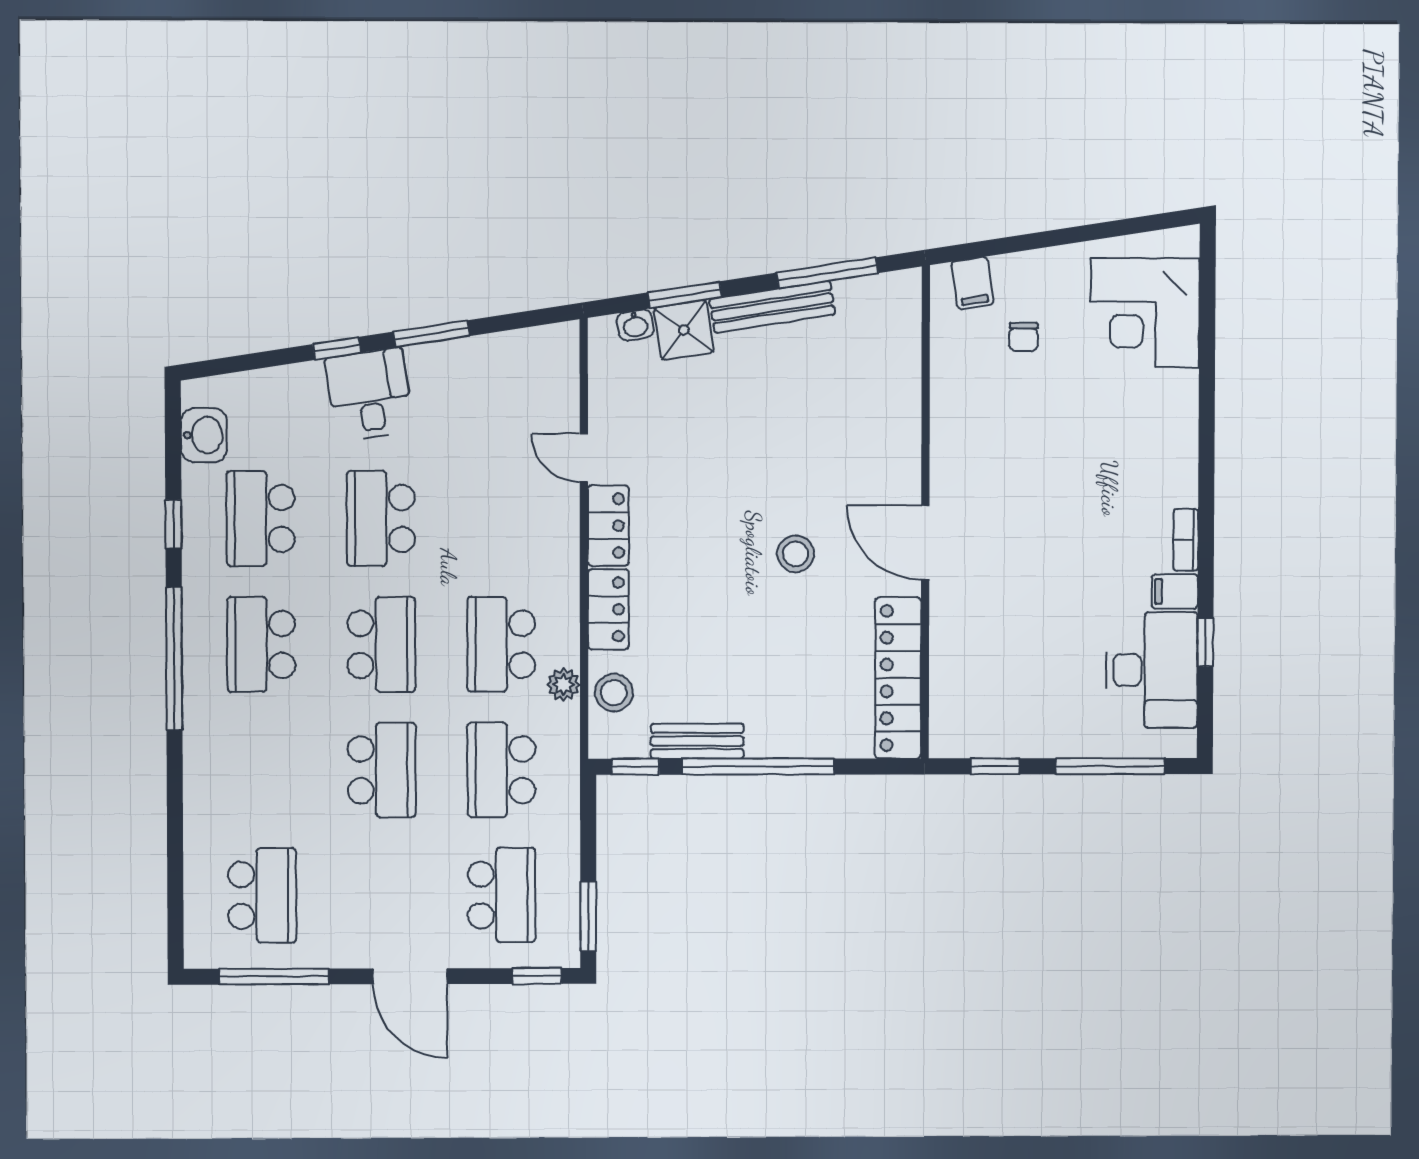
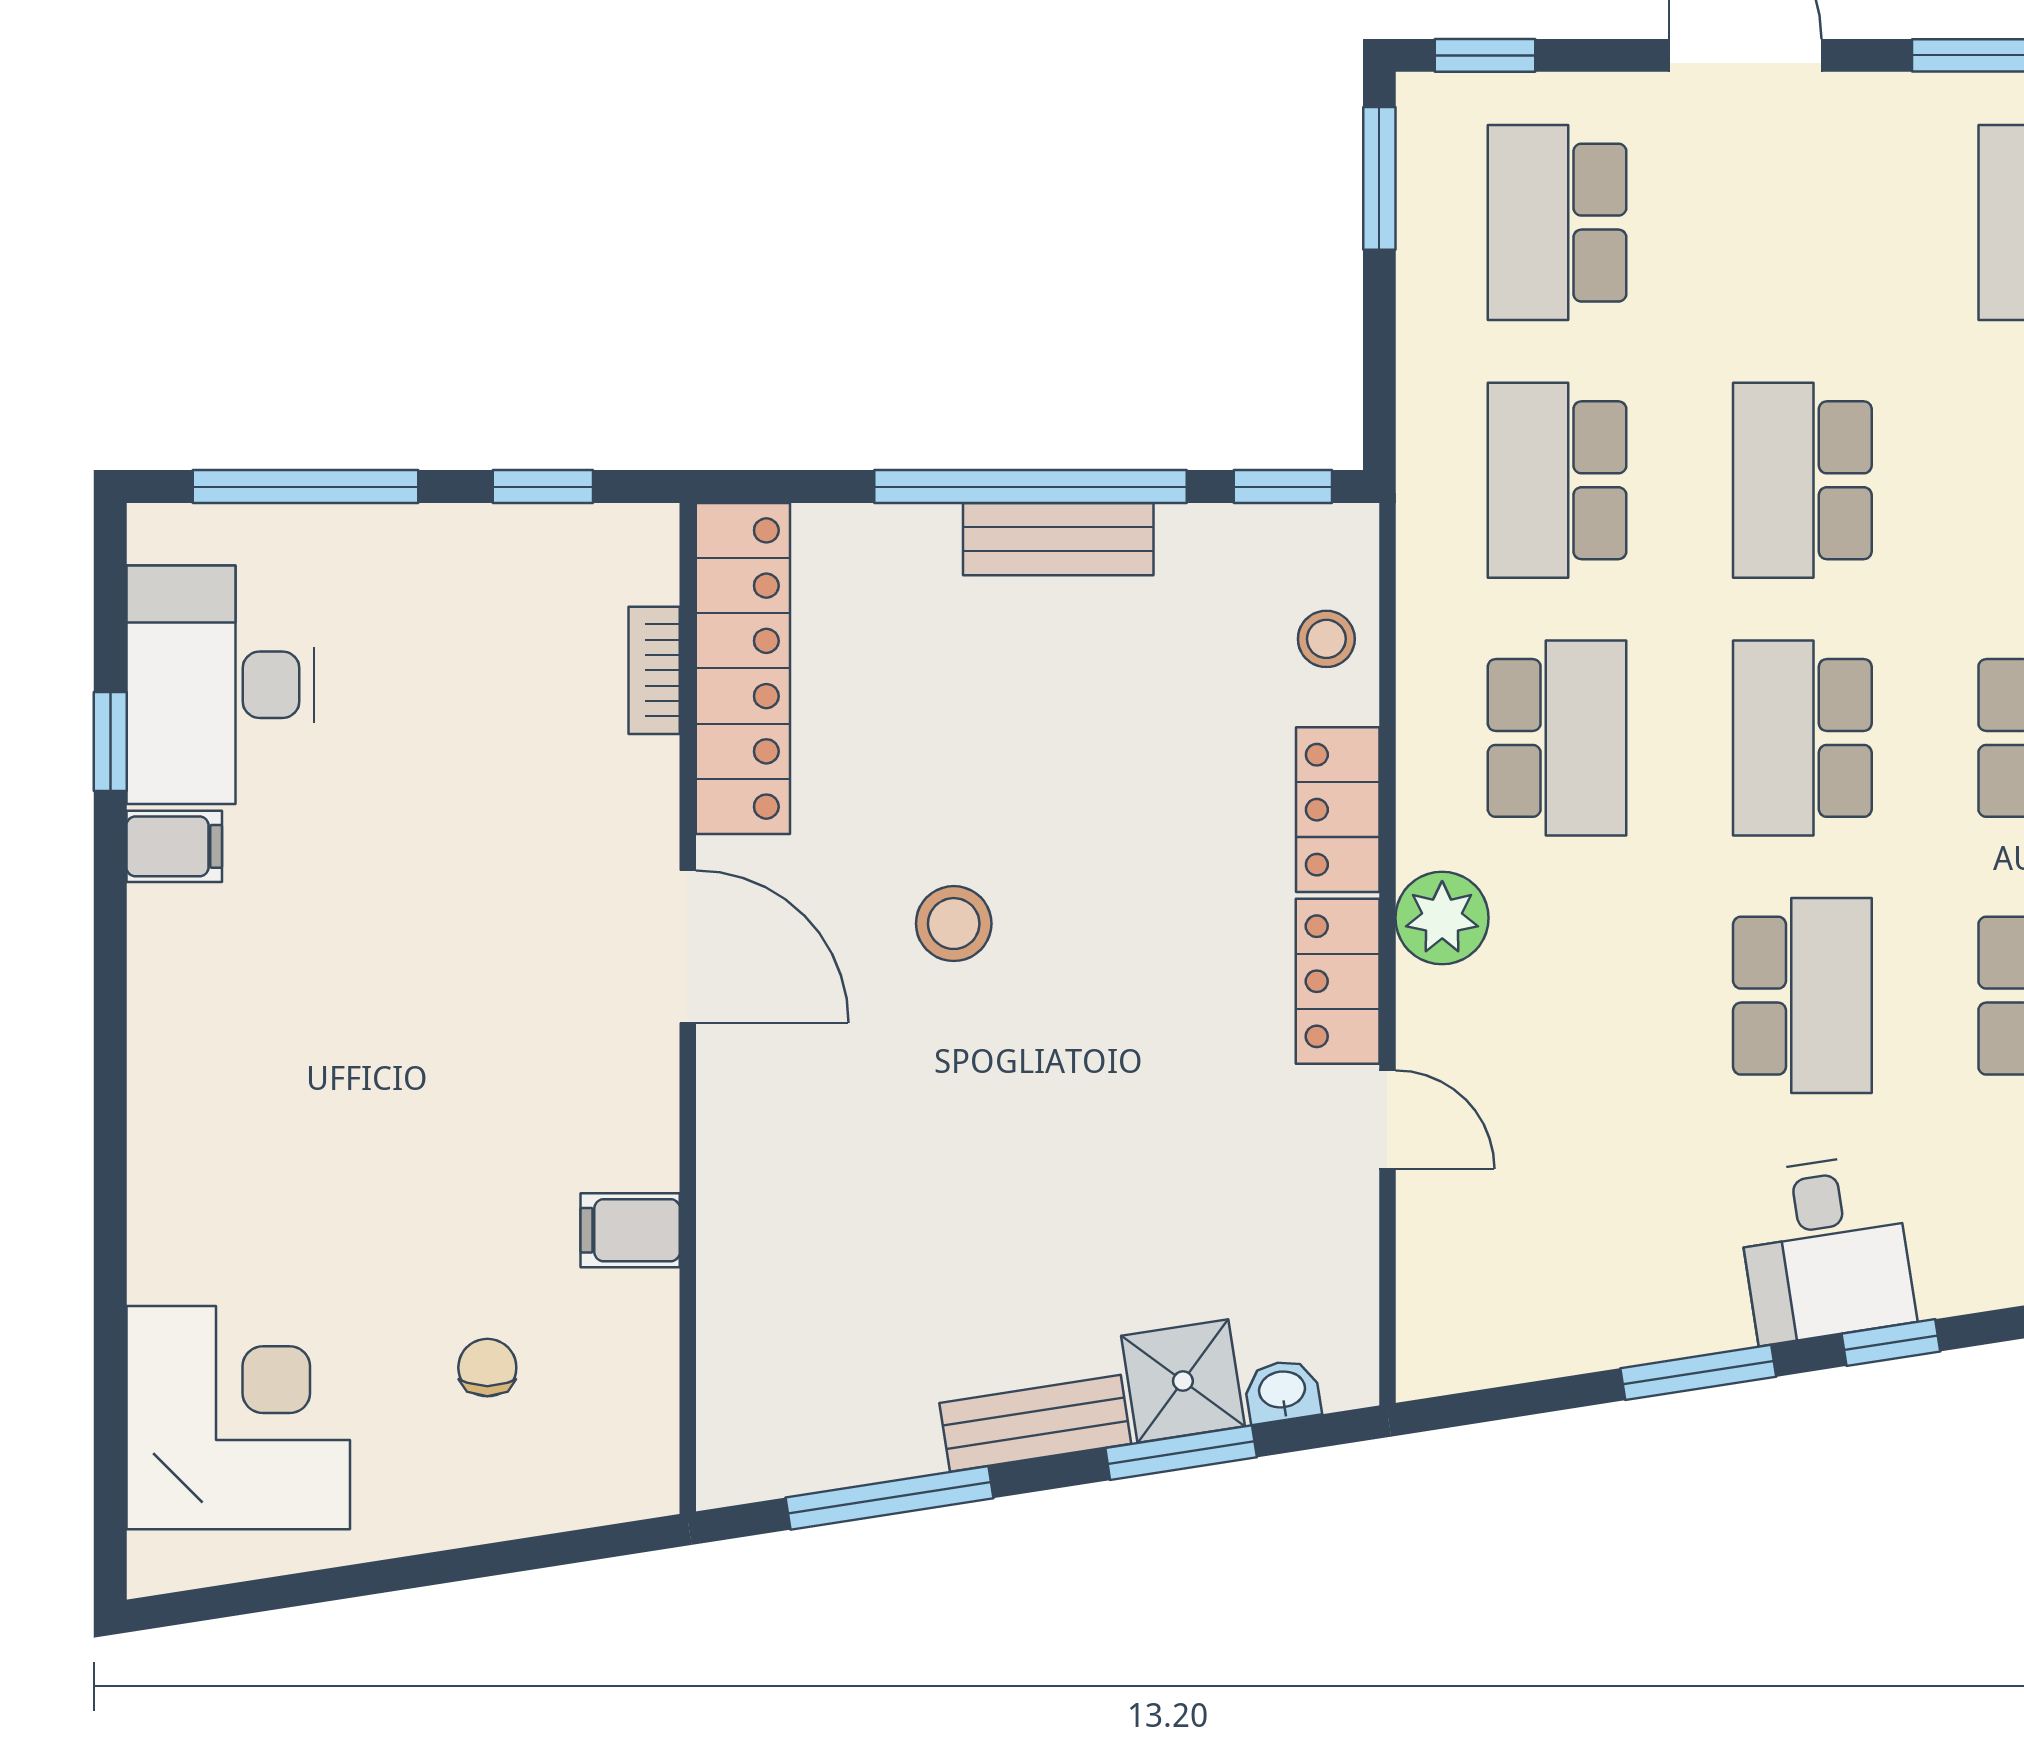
filing cabinet: (972, 283) -> (630, 1230), moved, turned -81
bench: (772, 307) -> (1035, 1423), width x0.73
bookcase: (1186, 540) -> (654, 670), moved, turned 180
plant: (564, 685) -> (1442, 918), moved, width x1.38, depth x1.38
stool: (614, 693) -> (1326, 639), width x0.73, depth x0.73
bench: (697, 741) -> (1058, 539), moved
school desk: (501, 770) -> (1557, 480), turned 180

